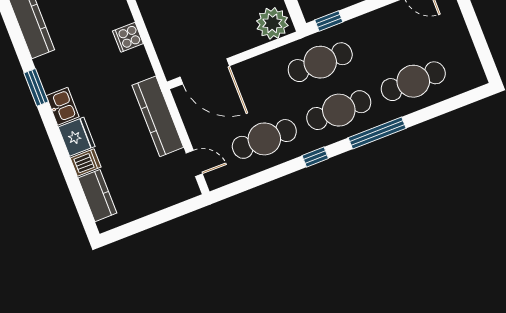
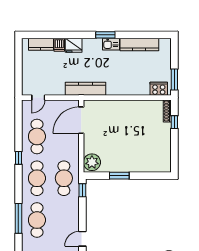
cooker: (128, 37) -> (112, 89), removed
kitchen sink: (63, 106) -> (111, 44), moved
kitchen counter: (158, 116) -> (85, 89), moved
window: (377, 133) -> (18, 218), moved

